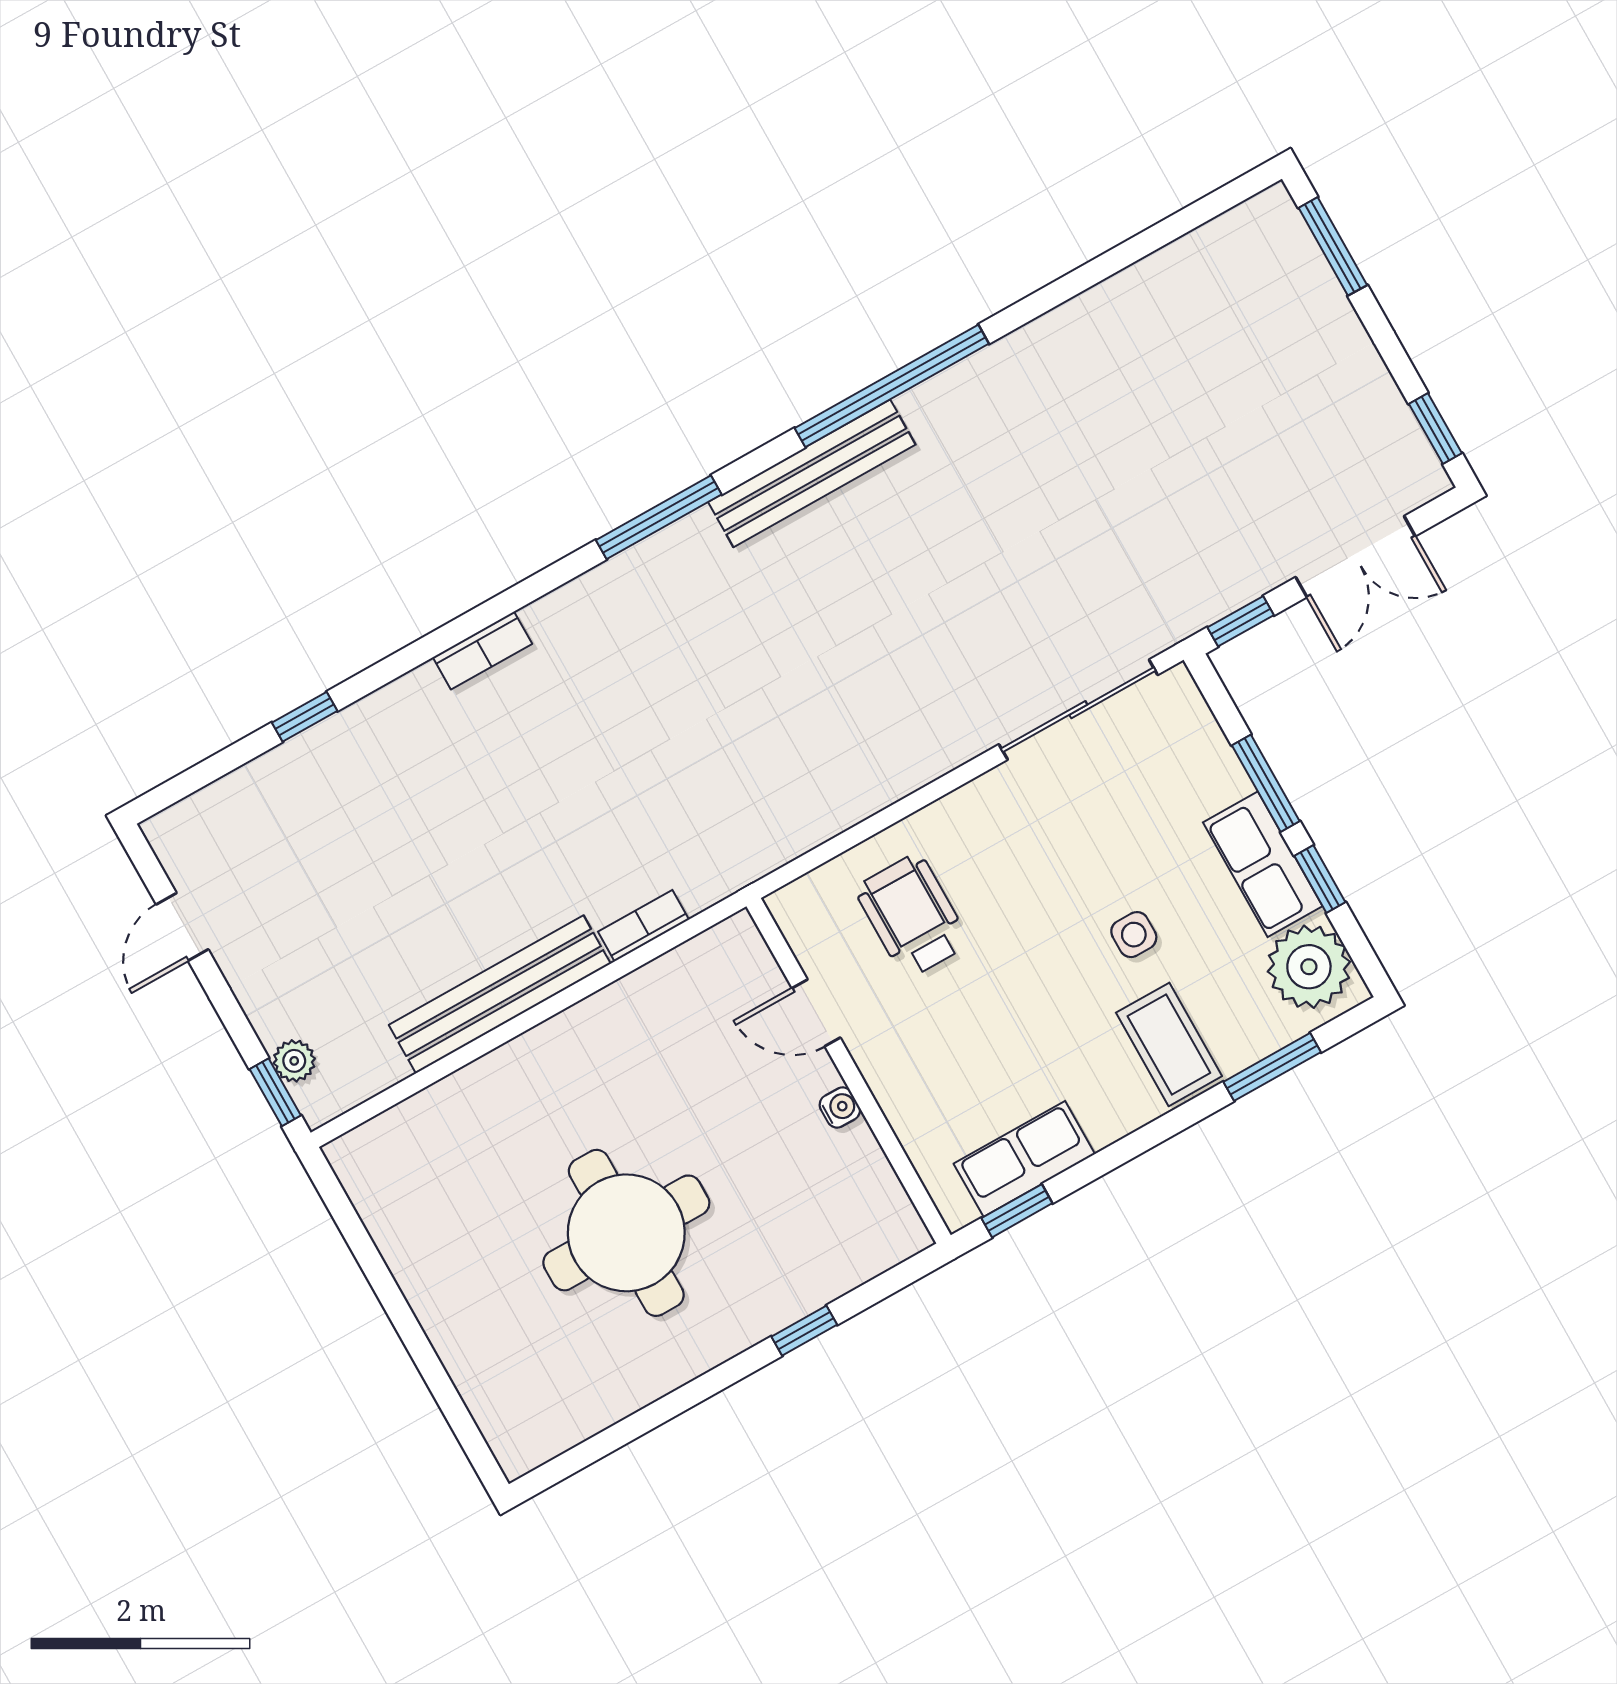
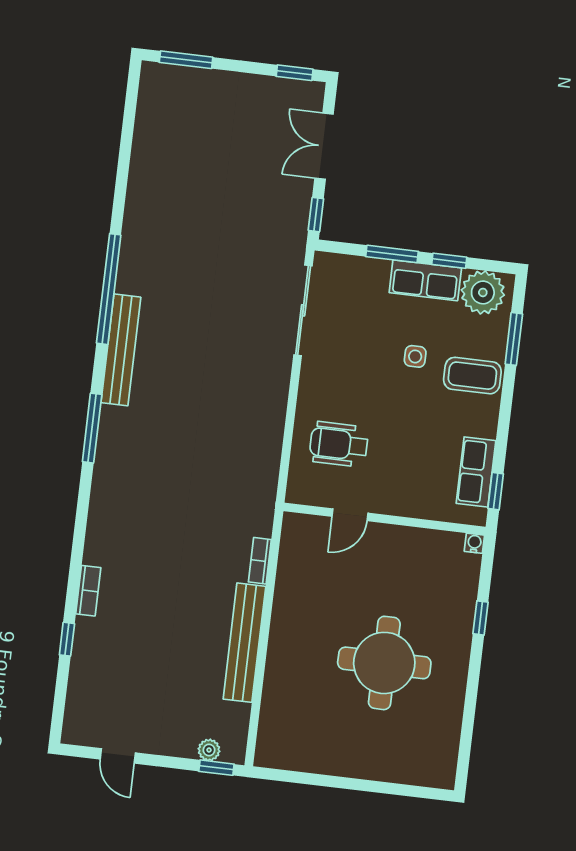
double door: (1355, 557) -> (324, 146), swing flipped
bookcase: (482, 650) -> (88, 591), moved
water cooler: (840, 1108) -> (474, 543), moved

